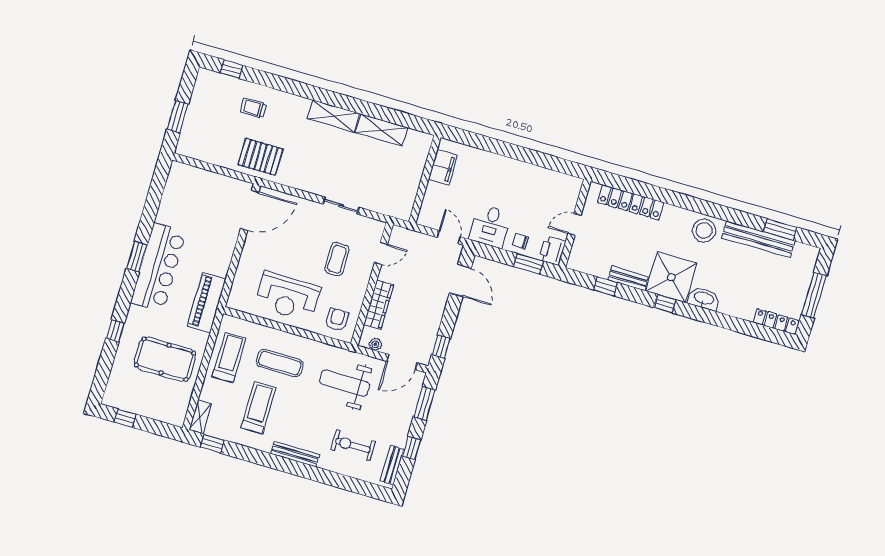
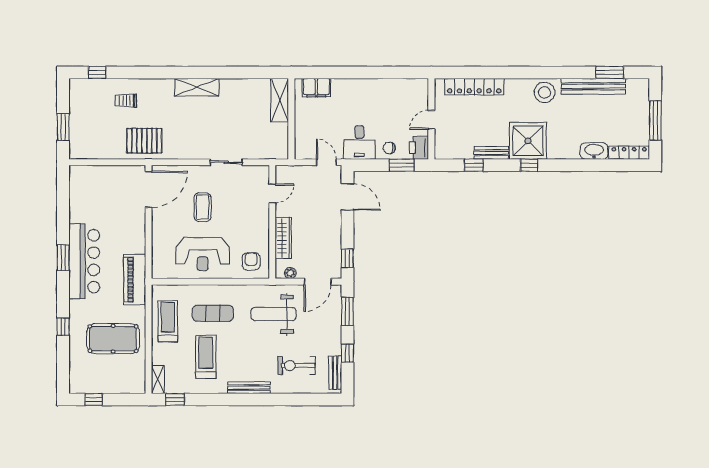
shelving: (382, 130) -> (280, 100), moved, turned 90
filing cabinet: (443, 167) -> (316, 88), moved, turned 90
coffee table: (337, 259) -> (203, 207), moved
washbasin: (704, 299) -> (594, 151), moved

